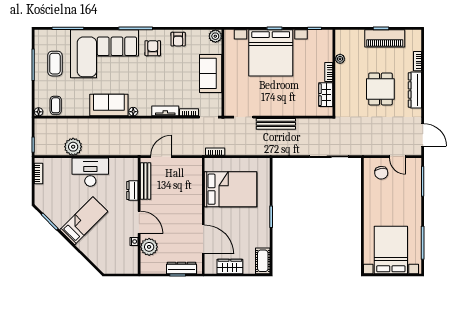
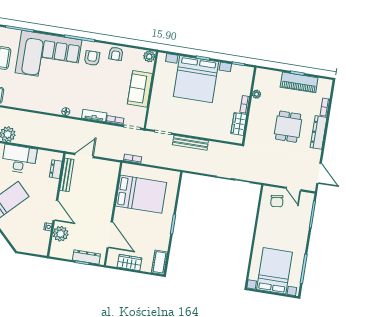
sofa: (109, 105) -> (45, 102), removed
dresser: (132, 191) -> (56, 169), moved

